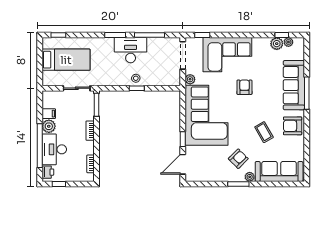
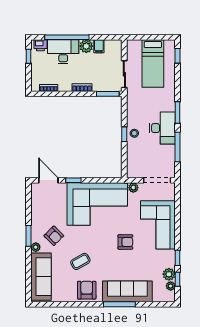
window: (202, 35) -> (178, 258), moved

